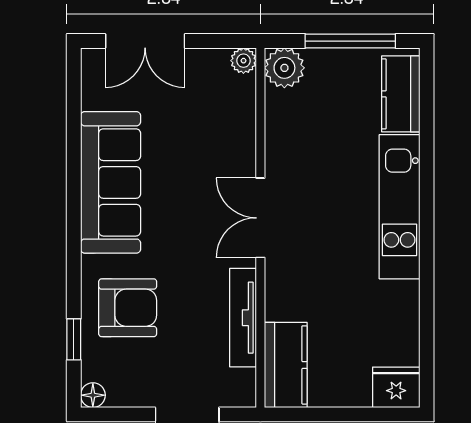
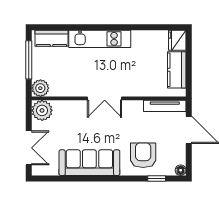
plant: (243, 61) -> (42, 110), width x1.87, depth x1.87
tv unit: (243, 318) -> (165, 106), moved
kitchen counter: (286, 365) -> (177, 70), moved, turned -90

